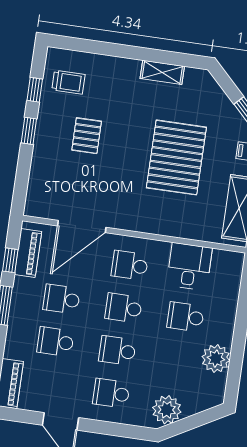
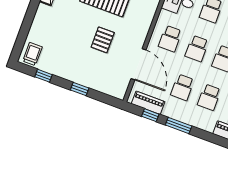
trolley: (68, 82) -> (32, 54), moved
window: (29, 131) -> (80, 89), moved
pallet: (87, 136) -> (103, 40), moved, turned 90

